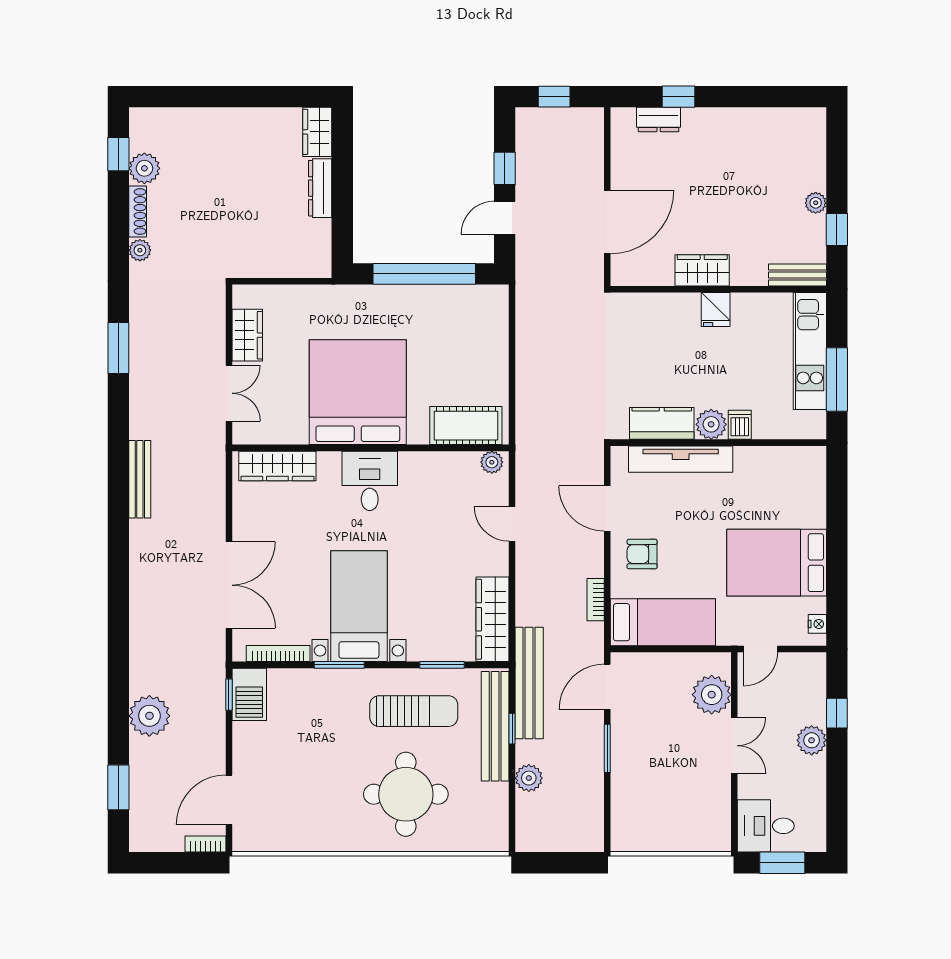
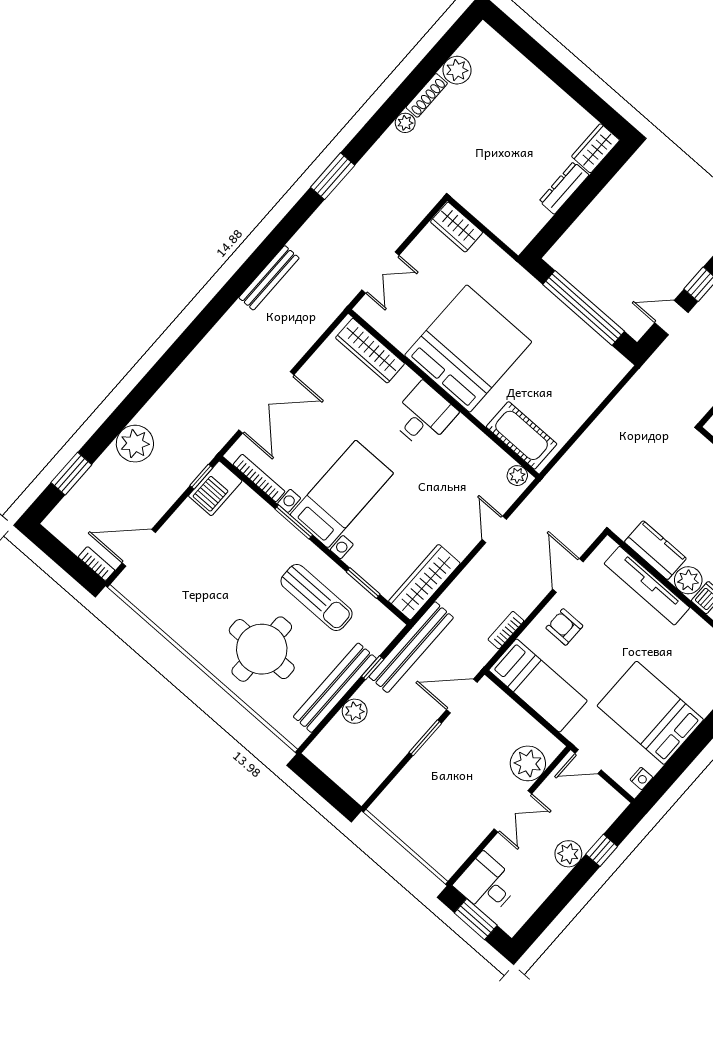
window: (118, 154) -> (448, 45), removed
wardrobe: (247, 335) -> (457, 227), moved, turned 90
bench: (495, 726) -> (335, 688), moved

